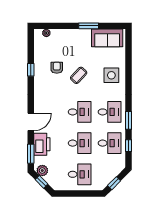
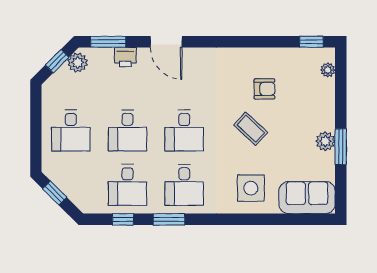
plant: (86, 34) -> (325, 141), added
sofa: (107, 38) -> (307, 198), moved, turned 90
window: (31, 70) -> (311, 42), moved
printer: (42, 144) -> (125, 57), width x0.53, depth x0.68

